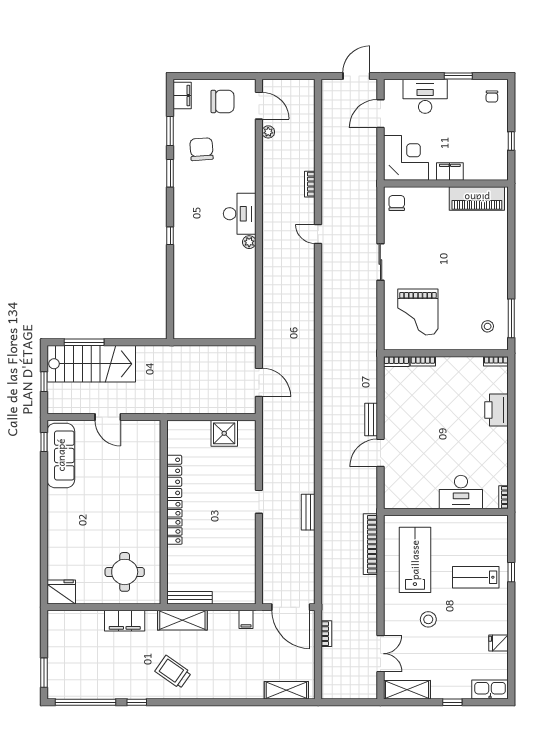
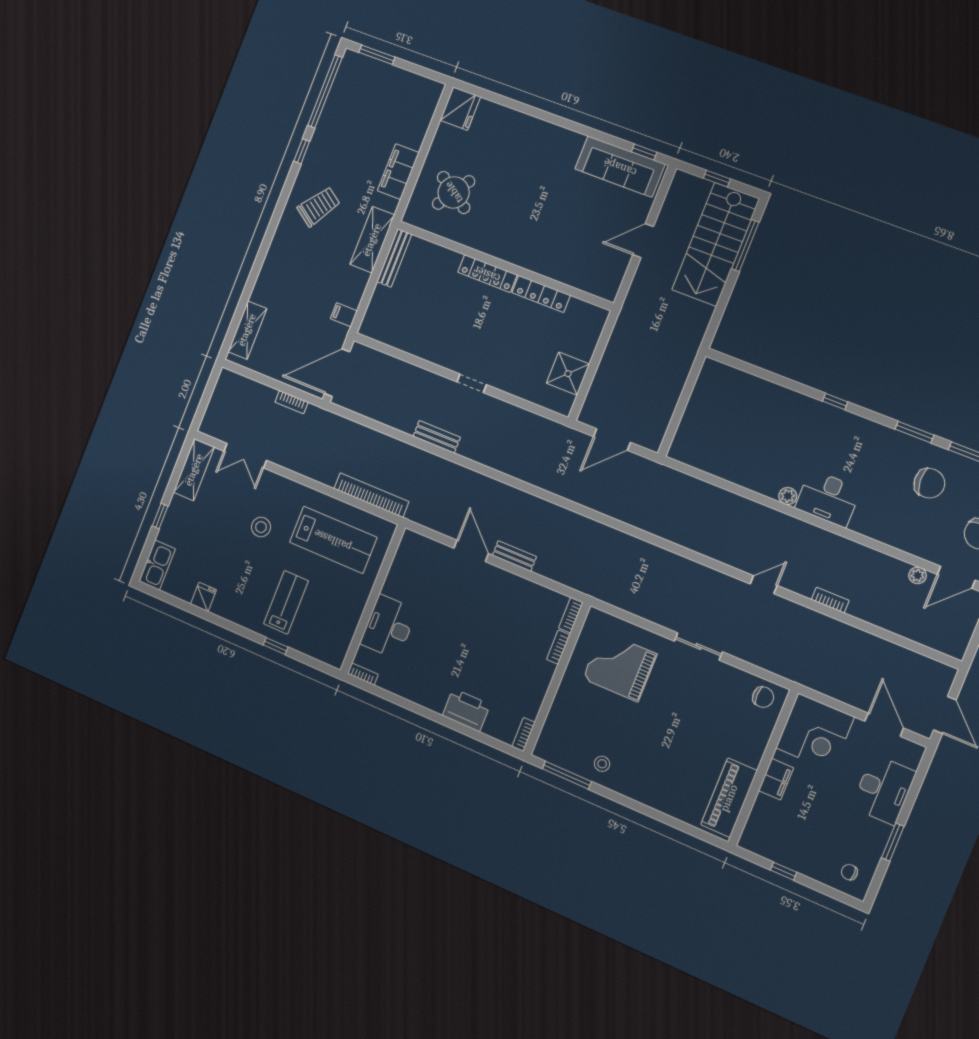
stool: (488, 326) -> (602, 764), moved
round table: (125, 572) -> (454, 192), turned 34

